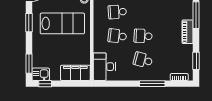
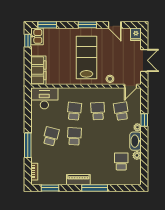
lab bench: (62, 23) -> (87, 58), turned 180

